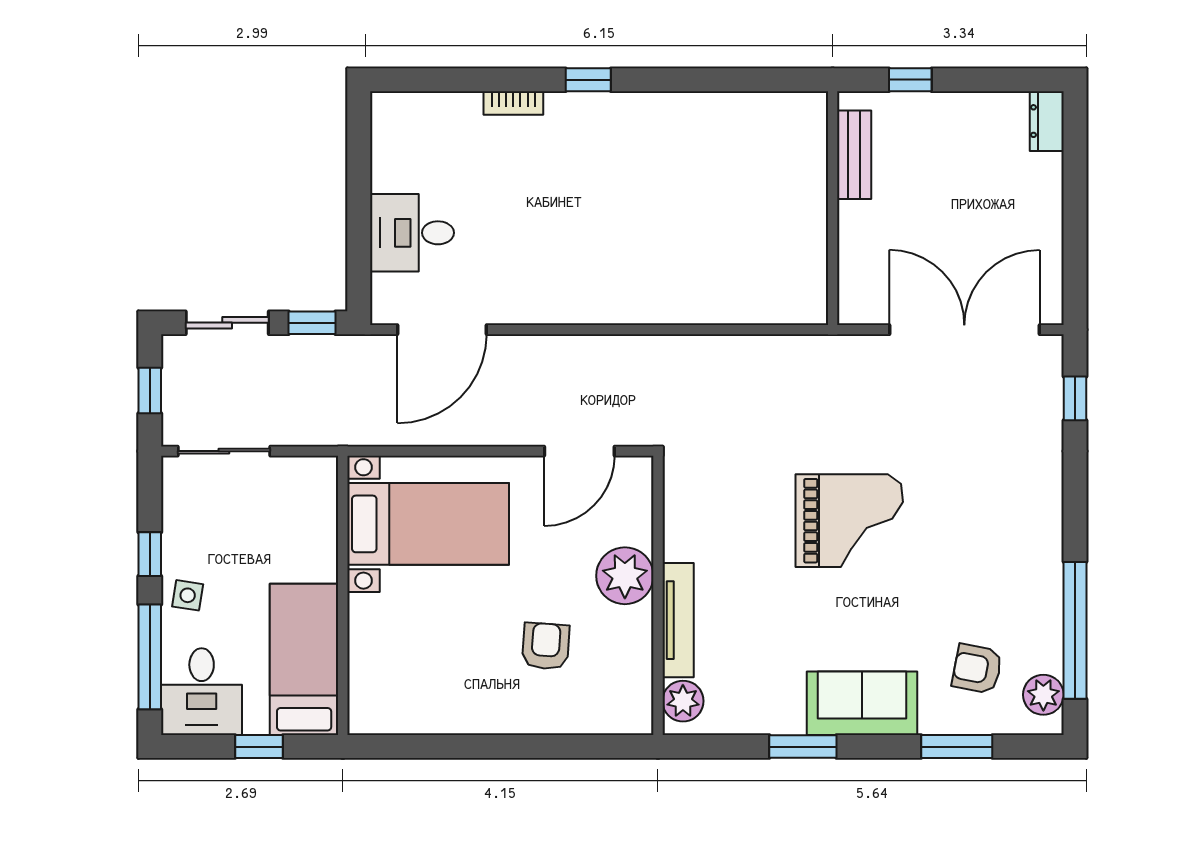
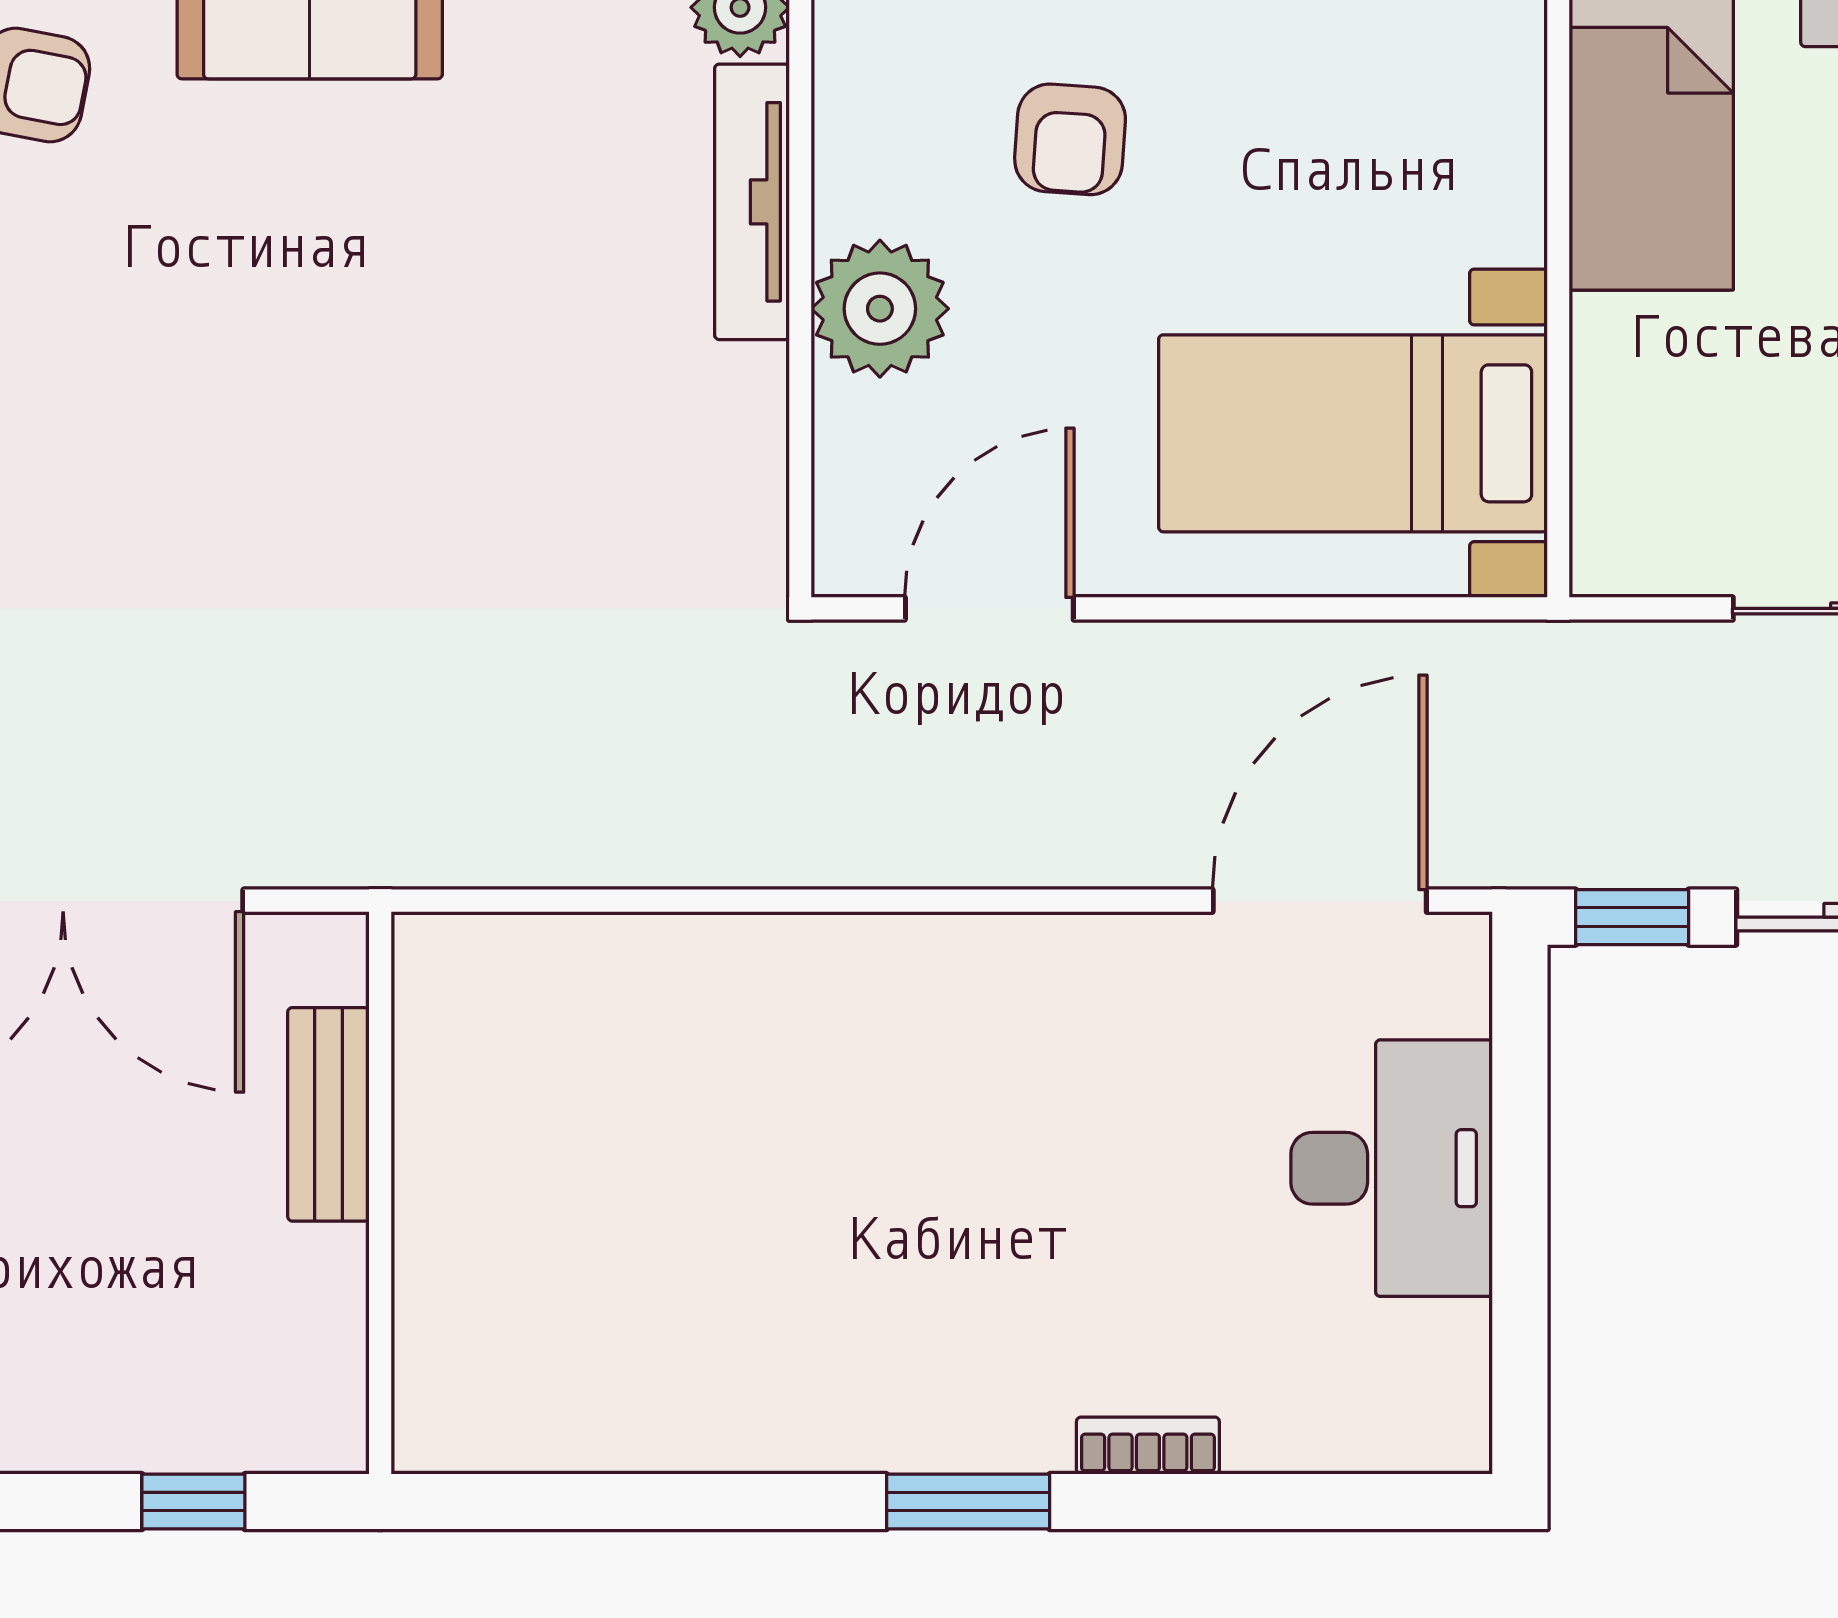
window: (588, 80) -> (968, 1502), width x1.50
bench: (854, 155) -> (328, 1114), moved
desk: (412, 233) -> (1392, 1168), width x1.37
grand piano: (849, 521) -> (340, 441), removed

